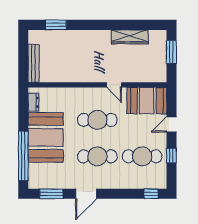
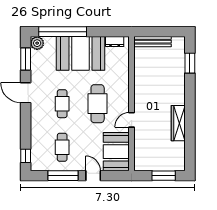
wardrobe: (130, 37) -> (178, 123), moved
window: (171, 155) -> (63, 176), width x2.17
cafe table: (97, 156) -> (62, 104), width x0.73, depth x0.74
cafe table: (142, 156) -> (62, 147), width x0.73, depth x0.74
plant: (35, 182) -> (37, 43), added

